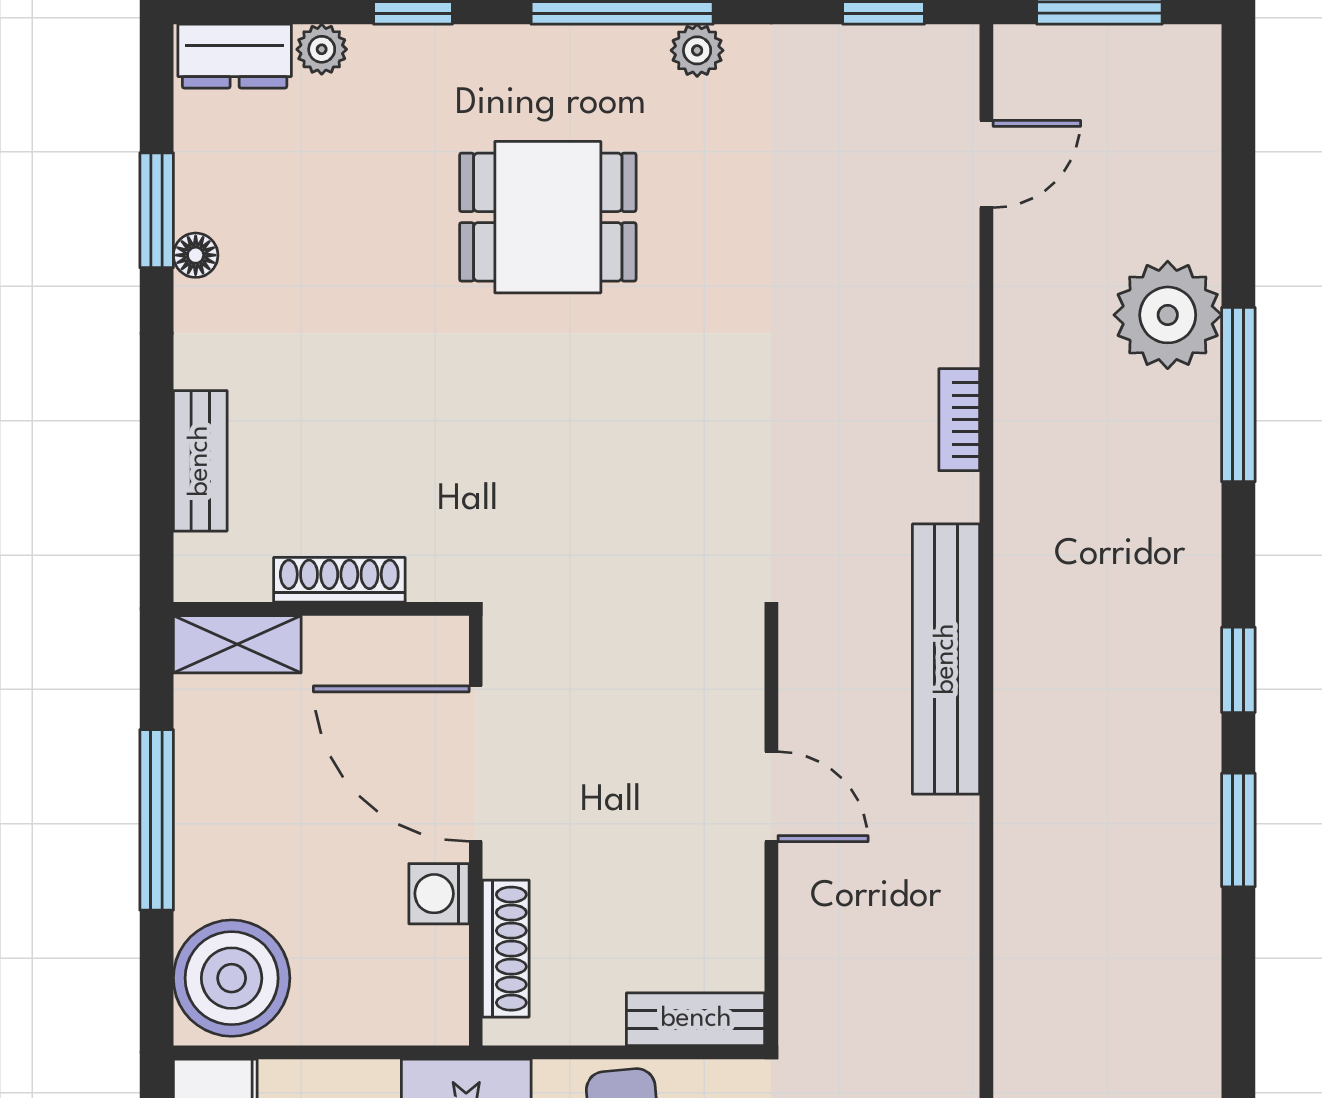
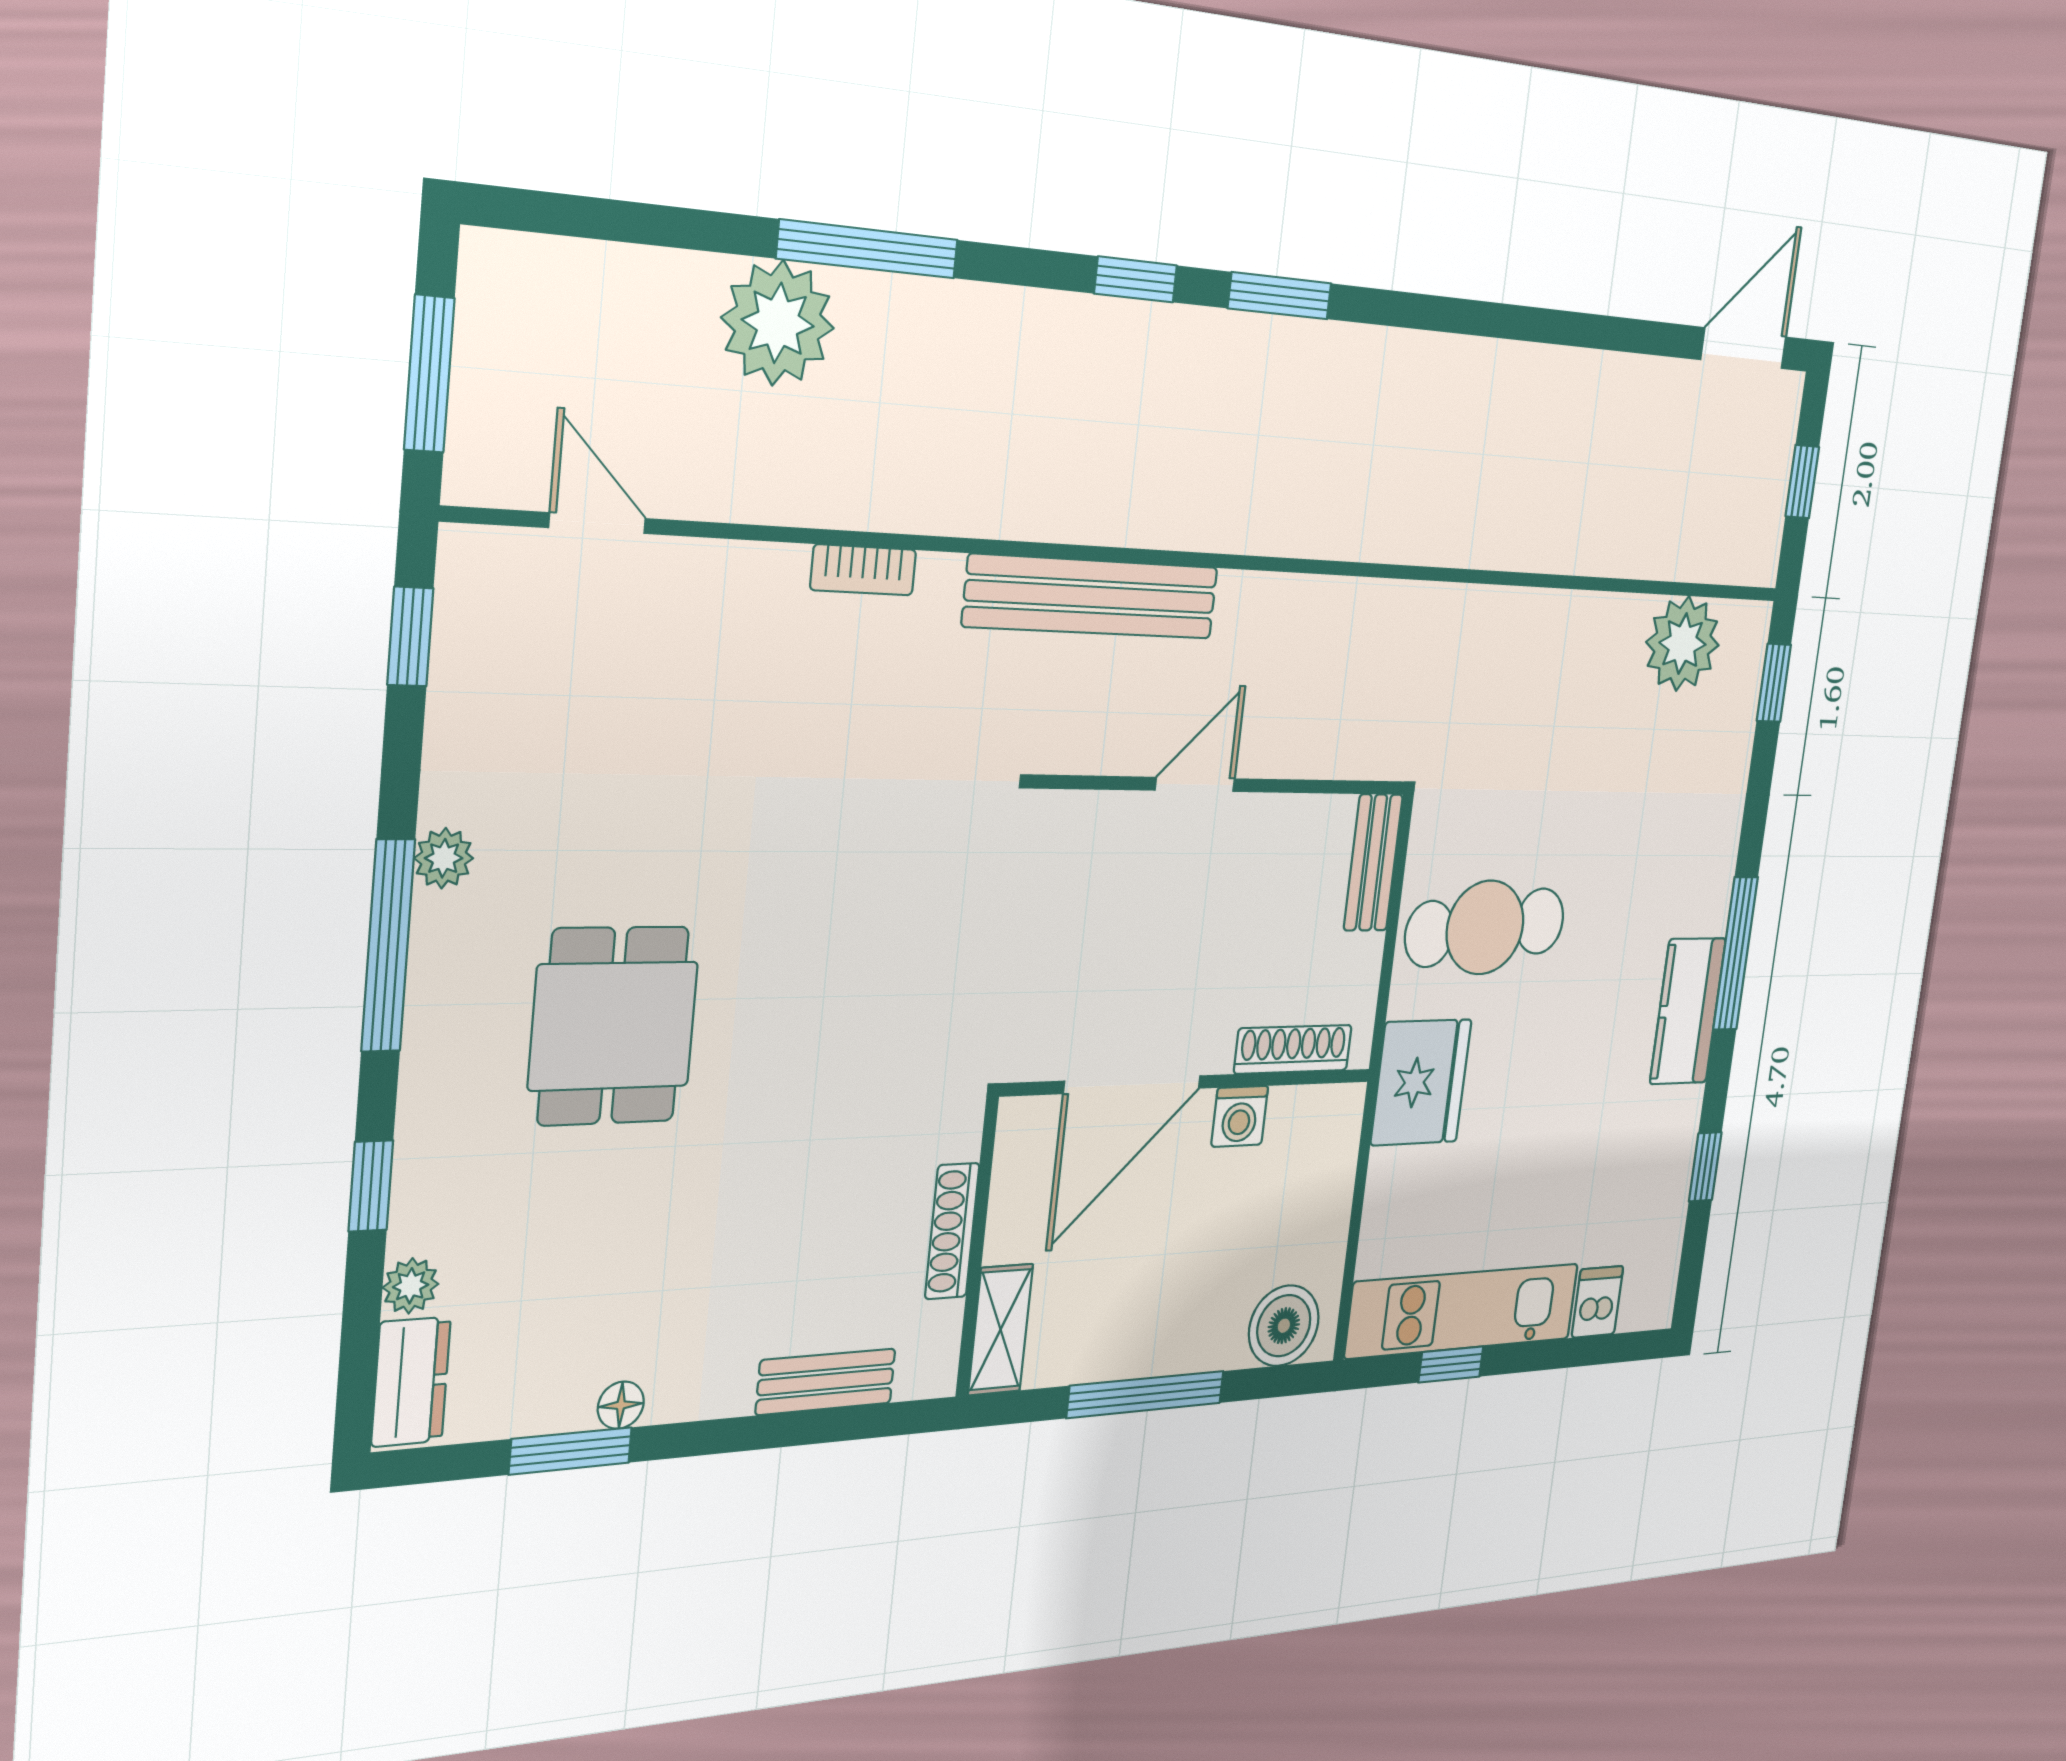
boiler: (232, 978) -> (1284, 1326), width x0.73, depth x0.73

